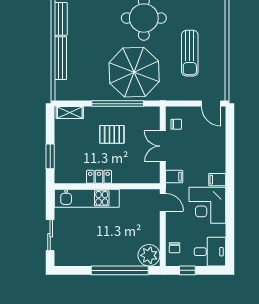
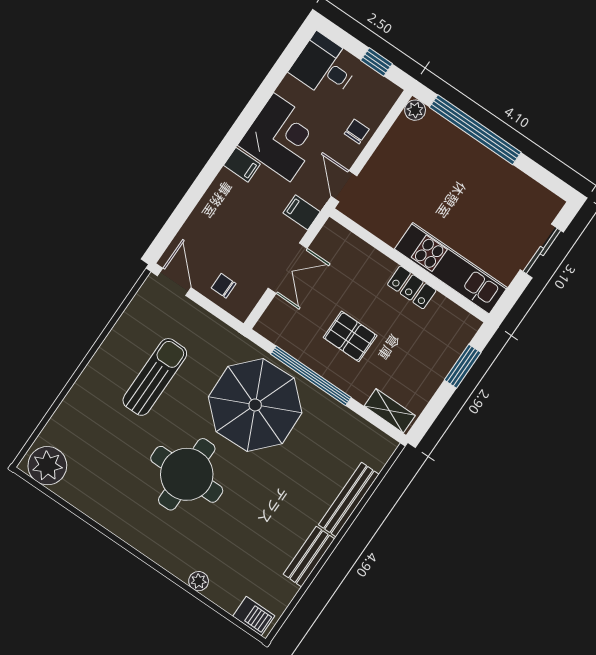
chair: (176, 124) -> (224, 286), moved
chair: (175, 248) -> (357, 132), moved
plant: (149, 255) -> (415, 110), width x0.53, depth x0.53

